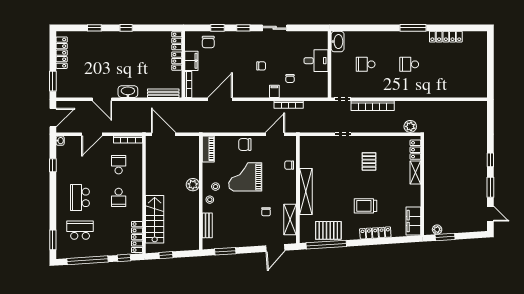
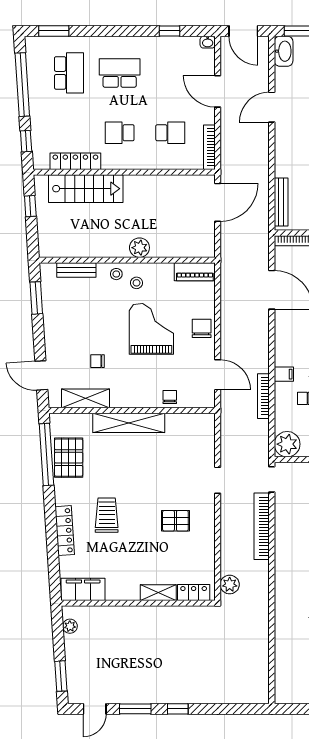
plant: (320, 89) -> (287, 444), added
washbasin: (128, 92) -> (284, 51), moved
locker: (137, 237) -> (75, 161), moved
window: (445, 237) -> (61, 676), moved

